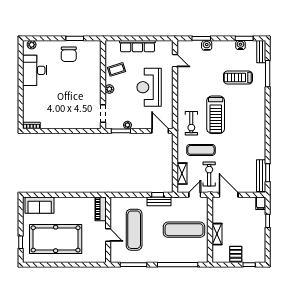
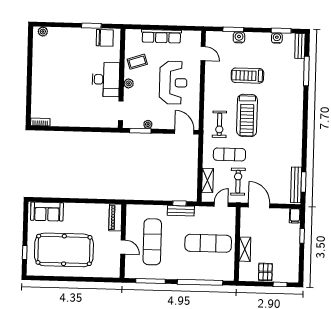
chair: (69, 54) -> (105, 38), moved, turned -90
desk: (35, 70) -> (106, 79), moved, turned 180
treadmill: (238, 78) -> (247, 76), moved
reception desk: (149, 87) -> (173, 83), turned 180

